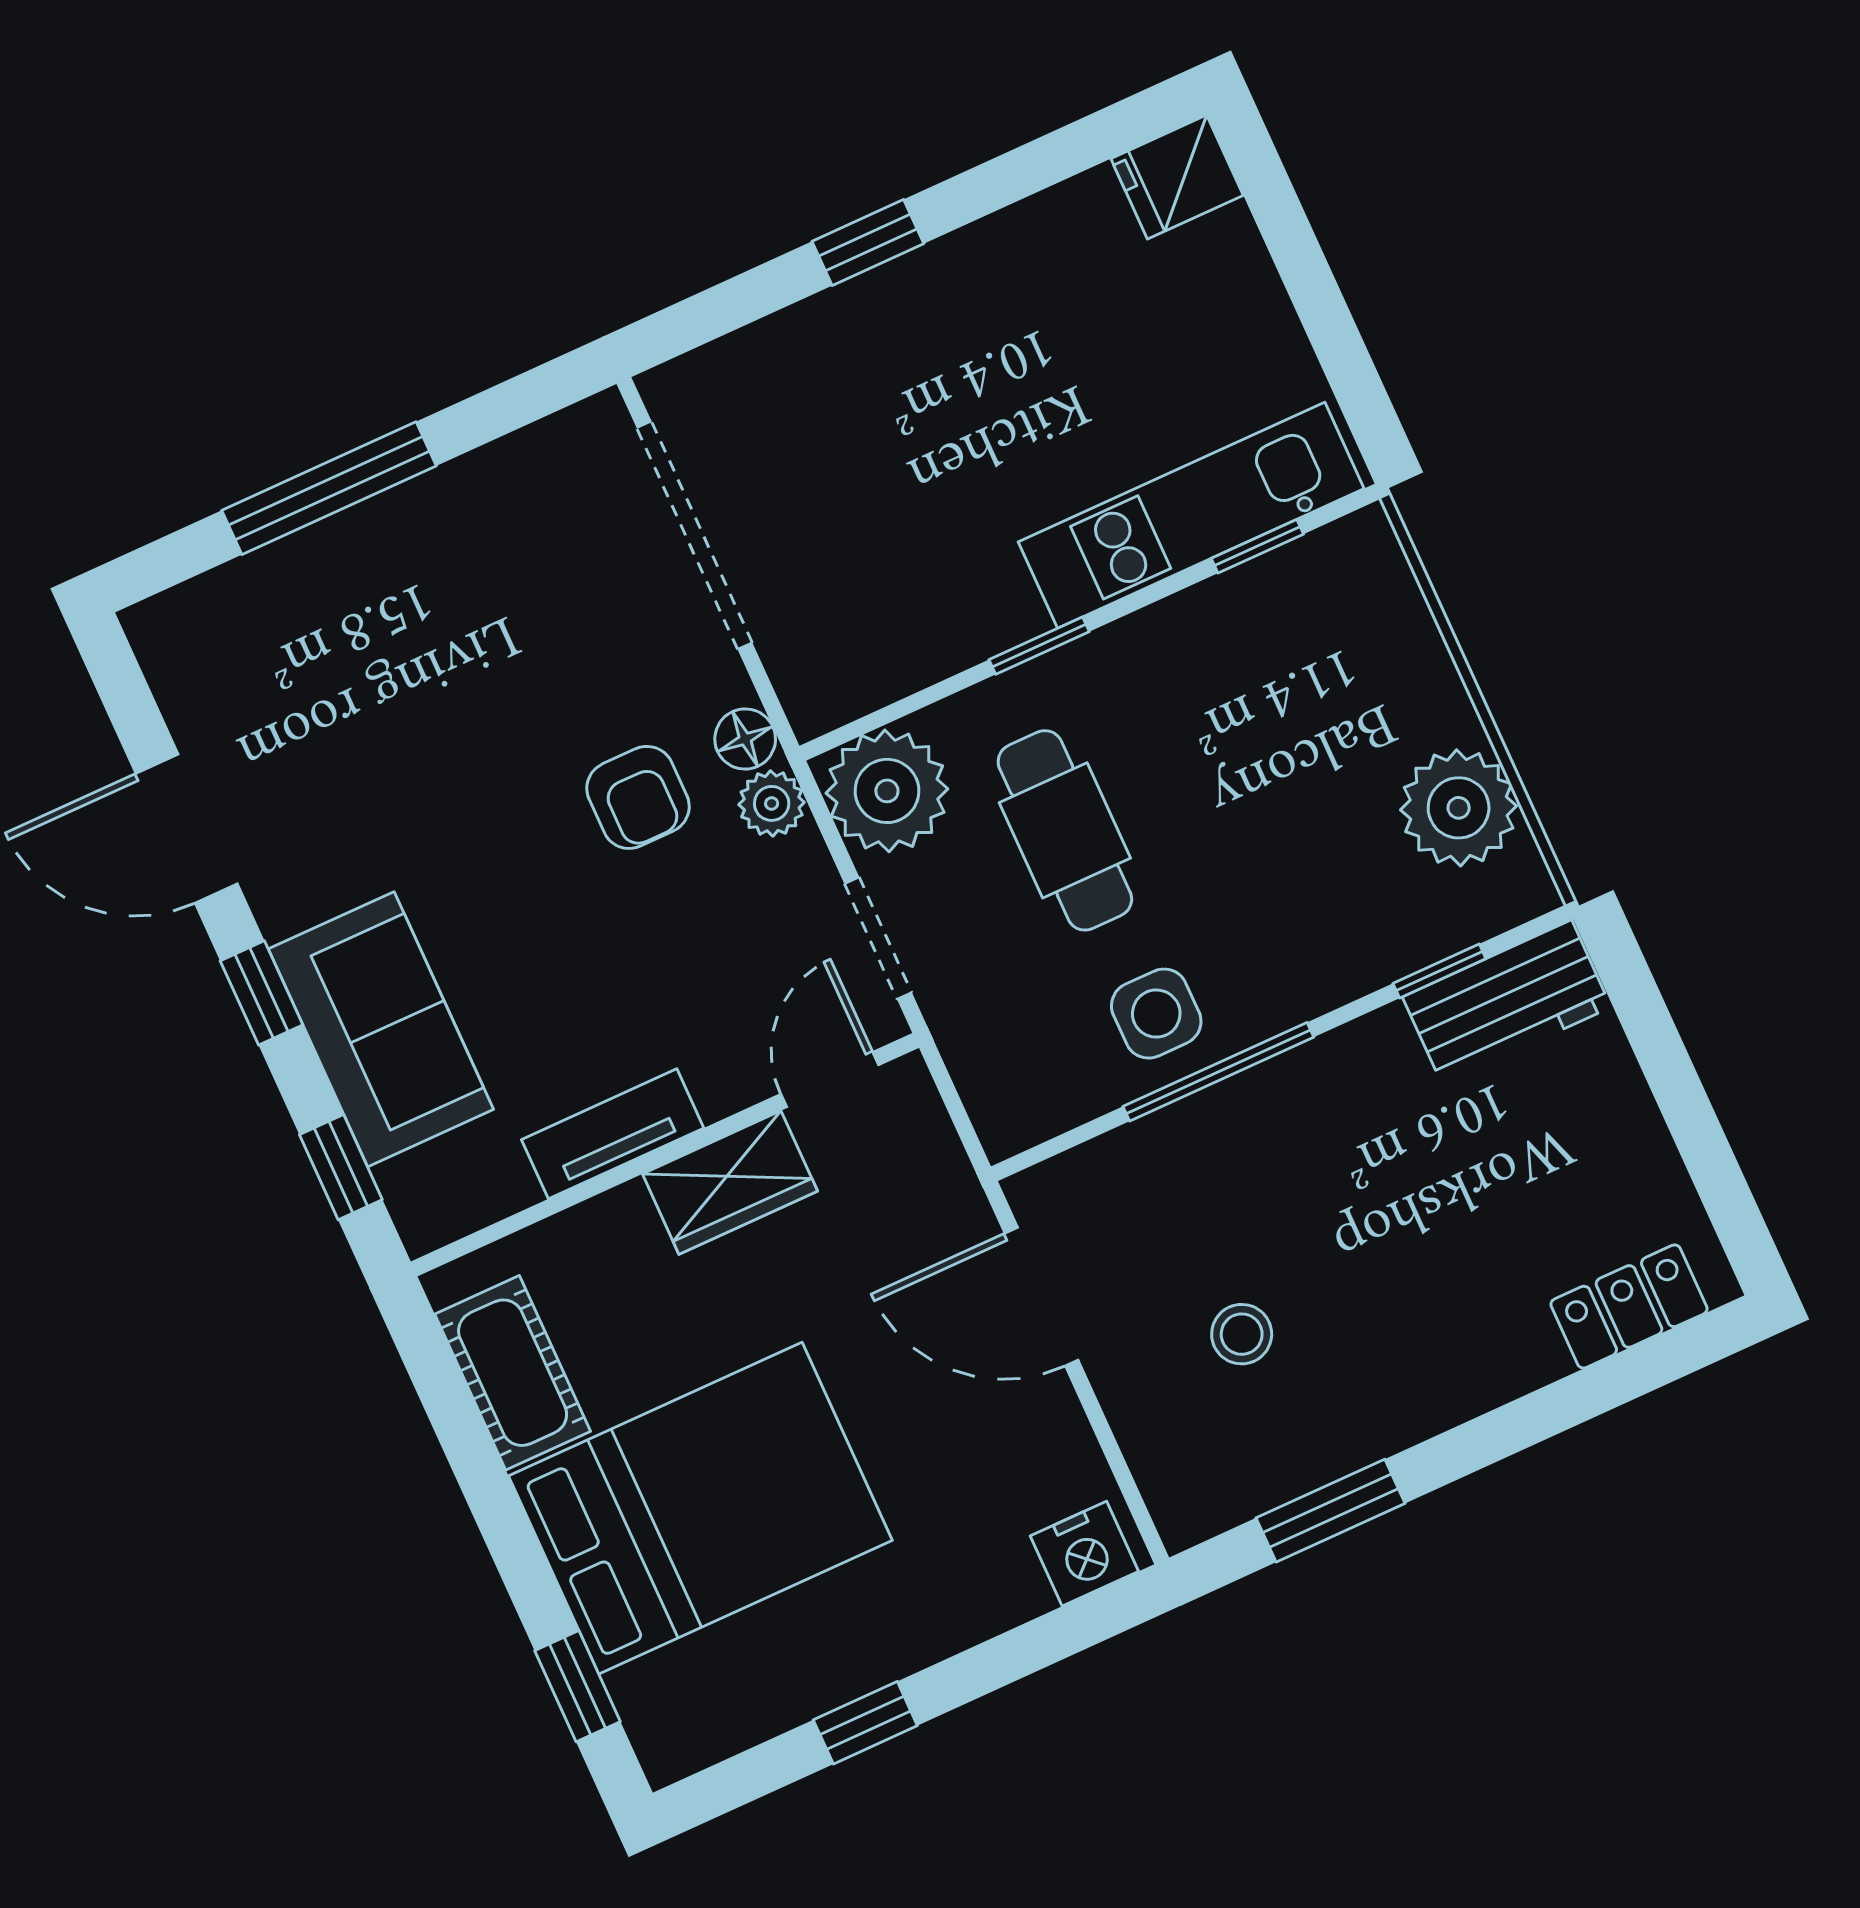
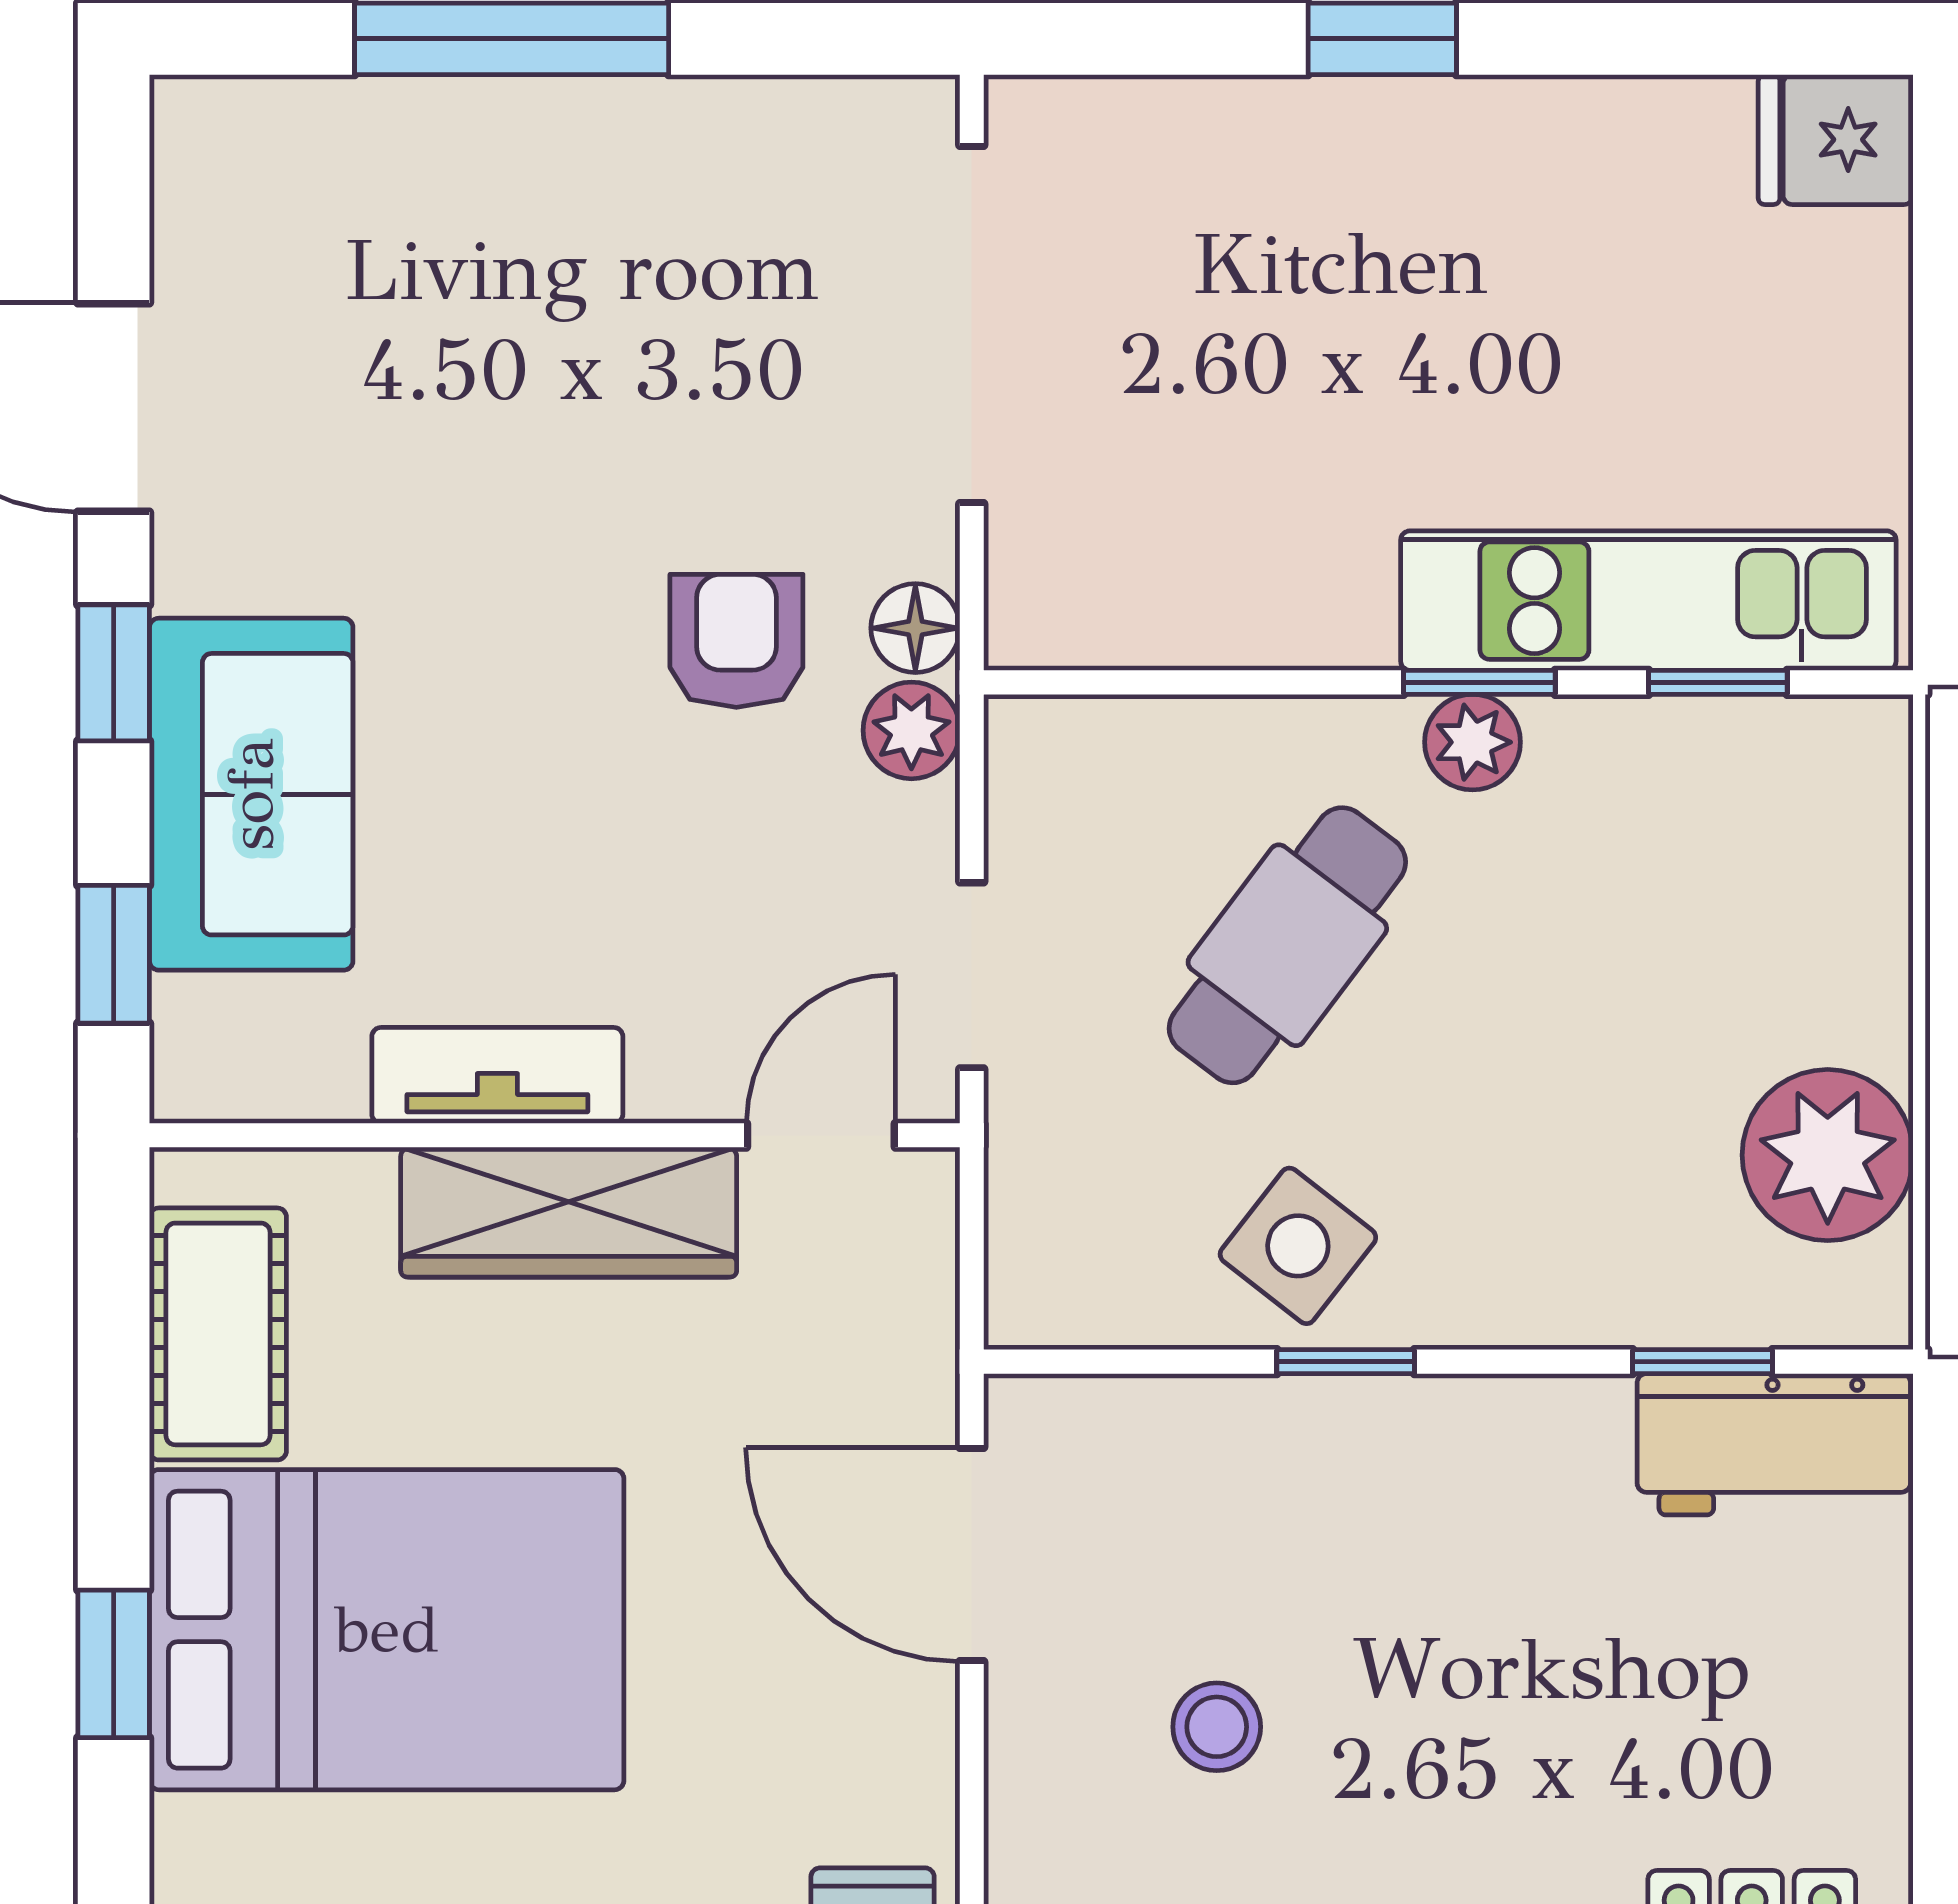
window: (1039, 646) -> (1479, 682), moved
plant: (887, 791) -> (1473, 742), moved, width x0.53, depth x0.53
armchair: (638, 797) -> (736, 641), turned 180
cafe table: (1065, 830) -> (1287, 945), turned 37
side table: (1156, 1014) -> (1298, 1246), turned 38
window: (1218, 1072) -> (1346, 1362), width x0.46
wardrobe: (730, 1183) -> (569, 1212), width x1.50
window: (577, 1686) -> (114, 1664), moved

